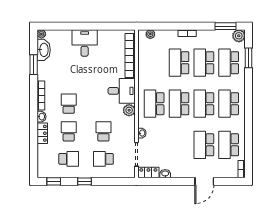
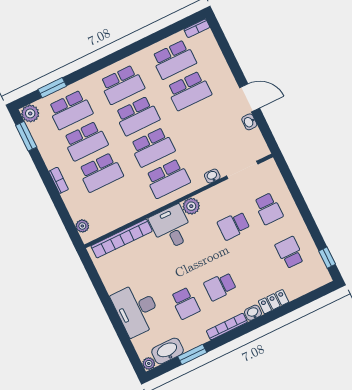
desk: (85, 43) -> (137, 309), width x1.37
school desk: (69, 131) -> (185, 303), moved, turned -90
locker: (148, 173) -> (258, 144), removed
window: (85, 181) -> (308, 219), removed
door: (204, 181) -> (250, 98), moved

